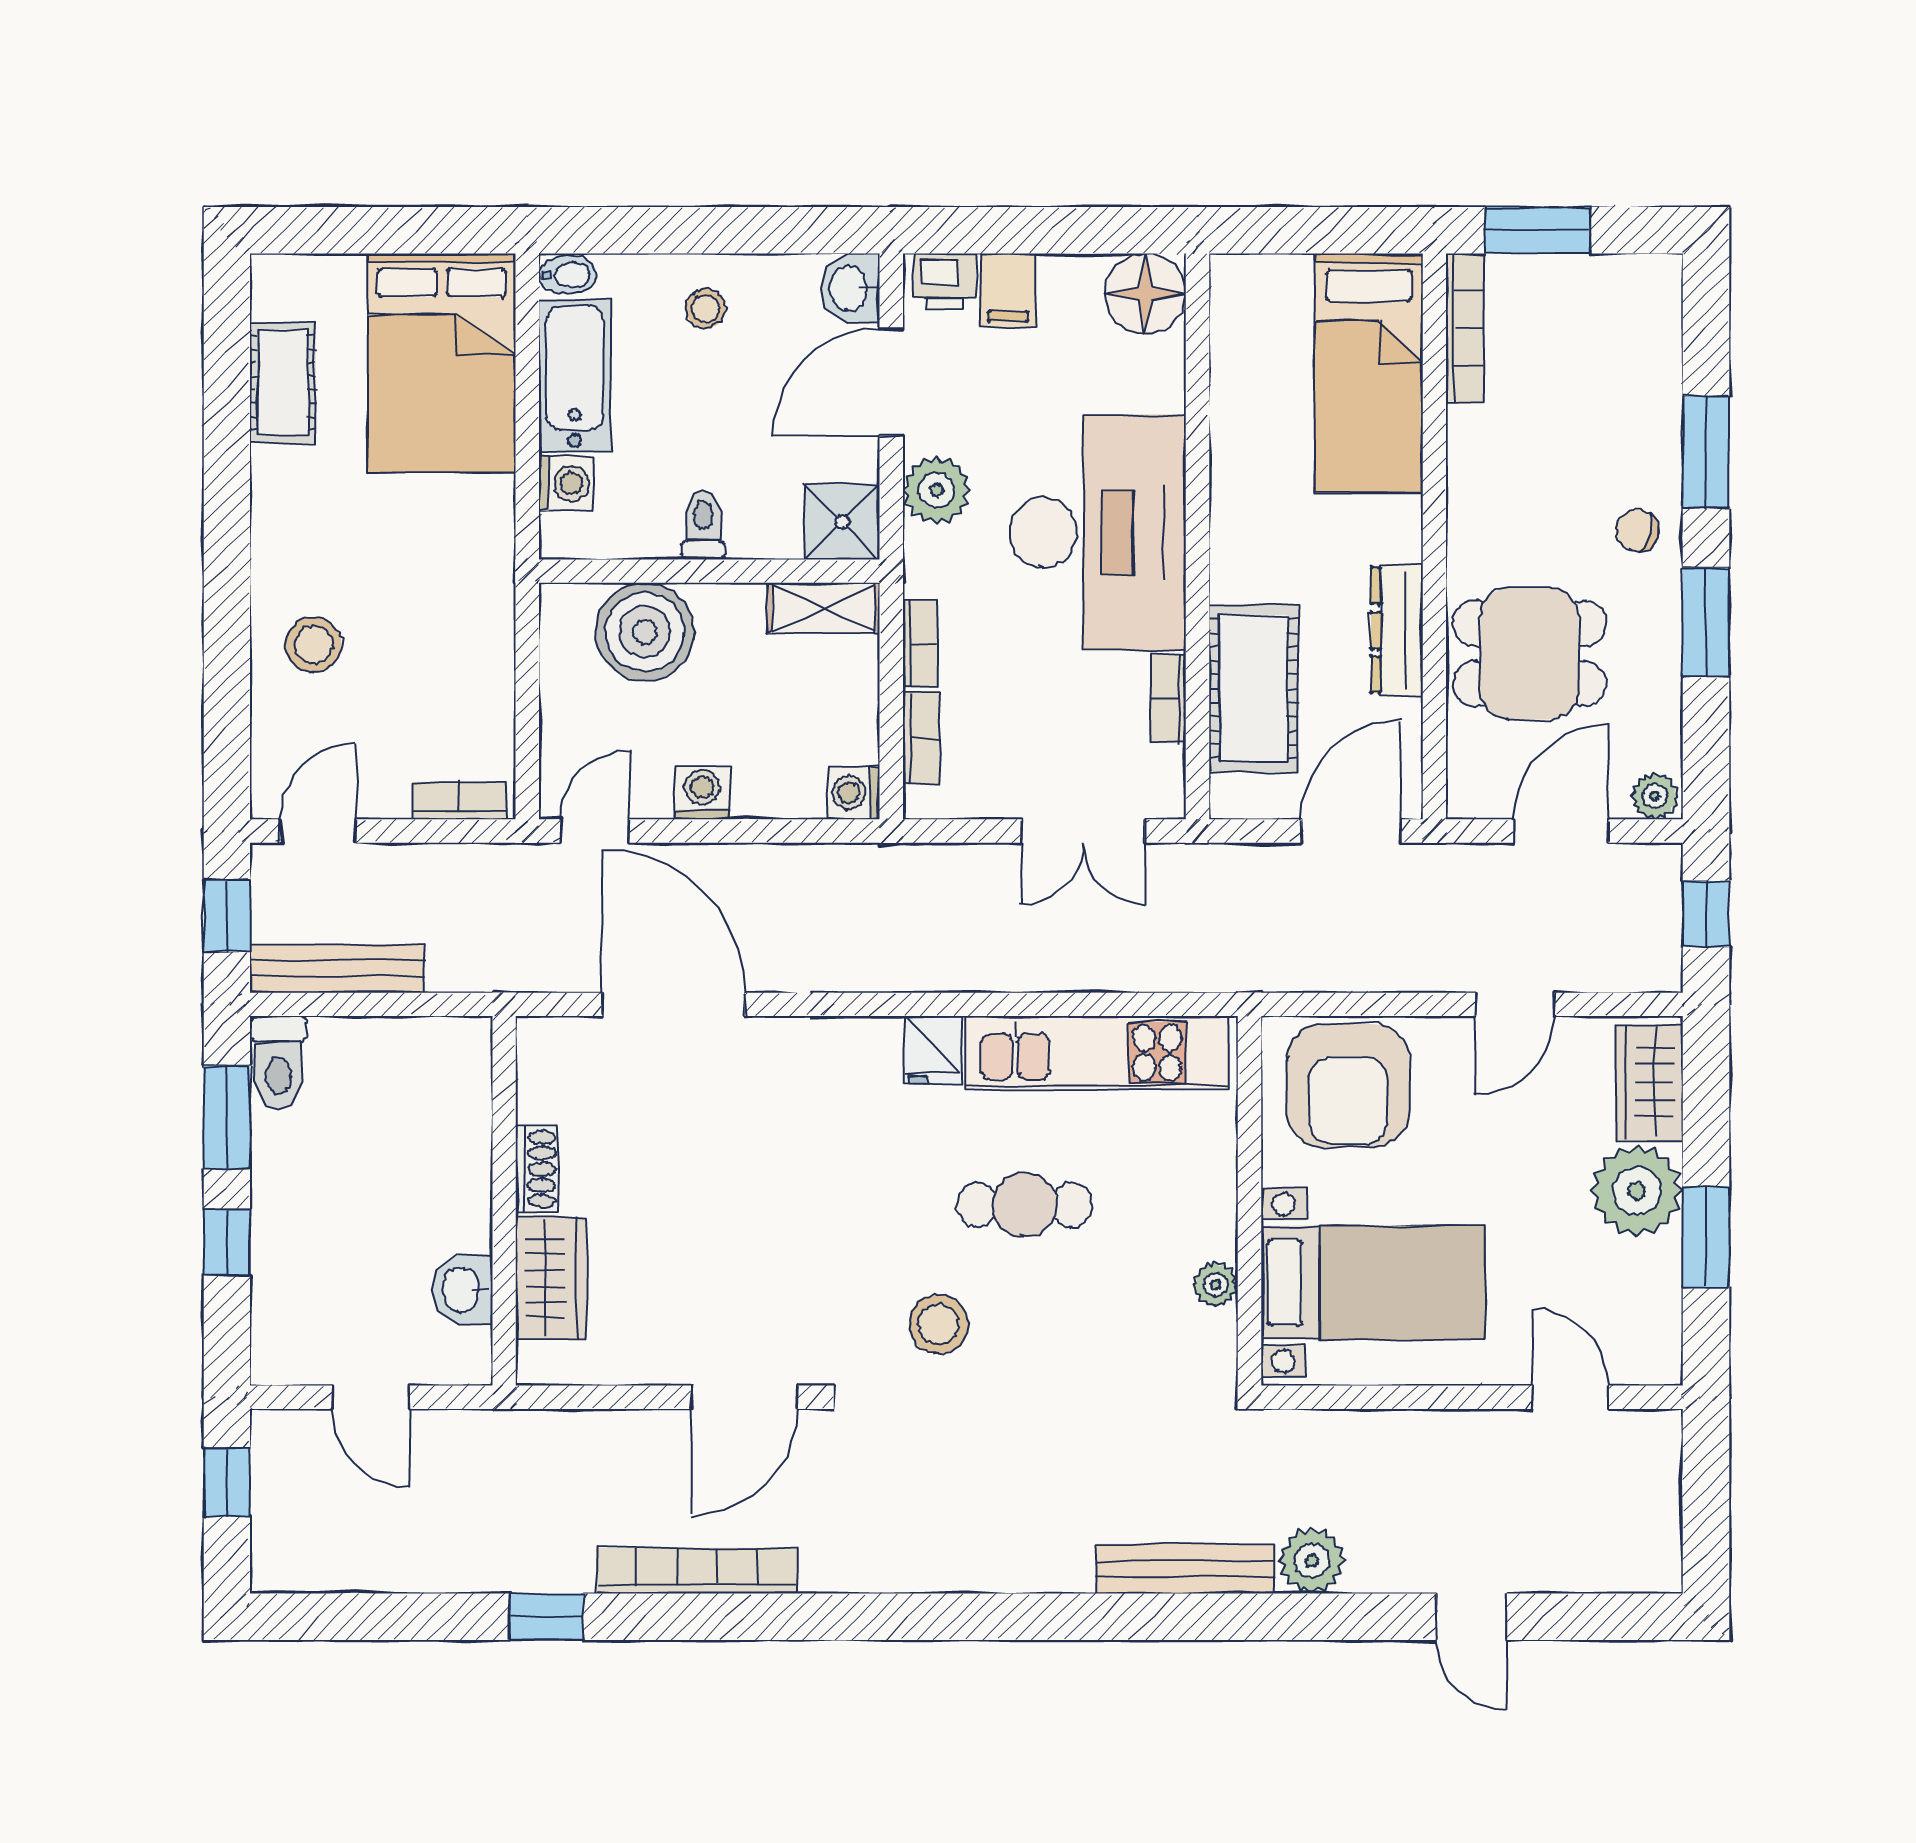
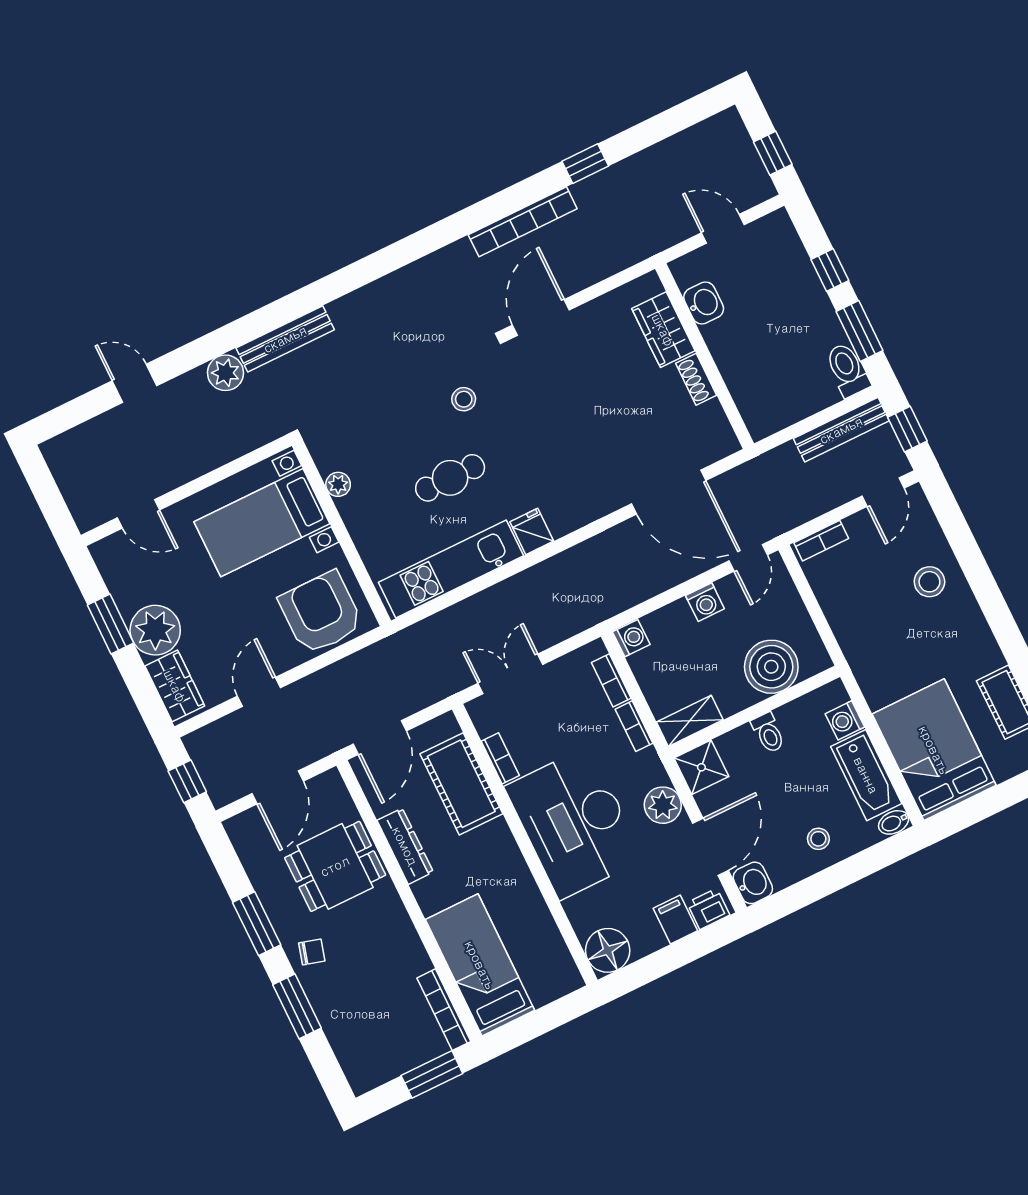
plant: (1655, 796) -> (240, 827), removed
stool: (938, 1324) -> (464, 399), width x0.73, depth x0.73

